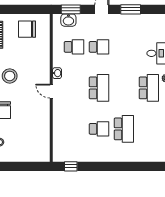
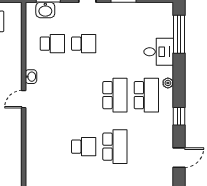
school desk: (99, 88) -> (115, 95), moved
door: (51, 91) -> (24, 99), hinge flipped

